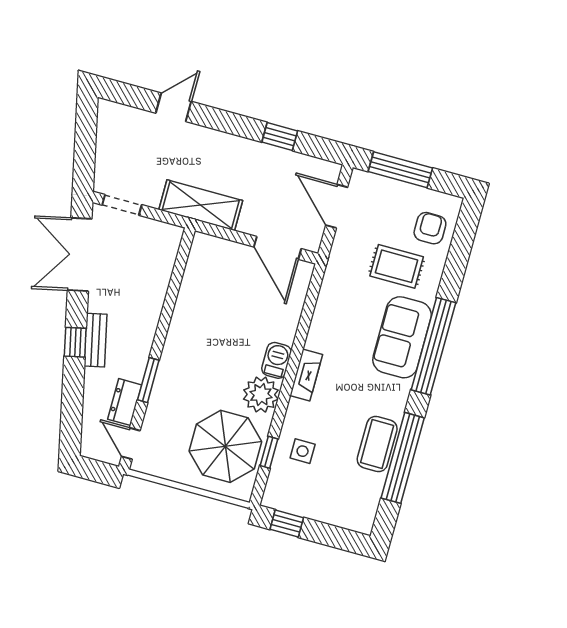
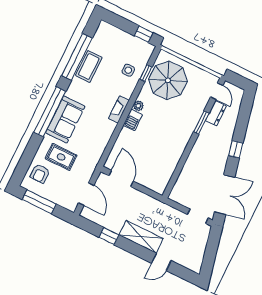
window: (400, 170) -> (39, 202), moved
shelving: (201, 205) -> (141, 237), moved
bench: (96, 340) -> (225, 149), removed
plant: (261, 395) -> (138, 106), width x0.53, depth x0.53

